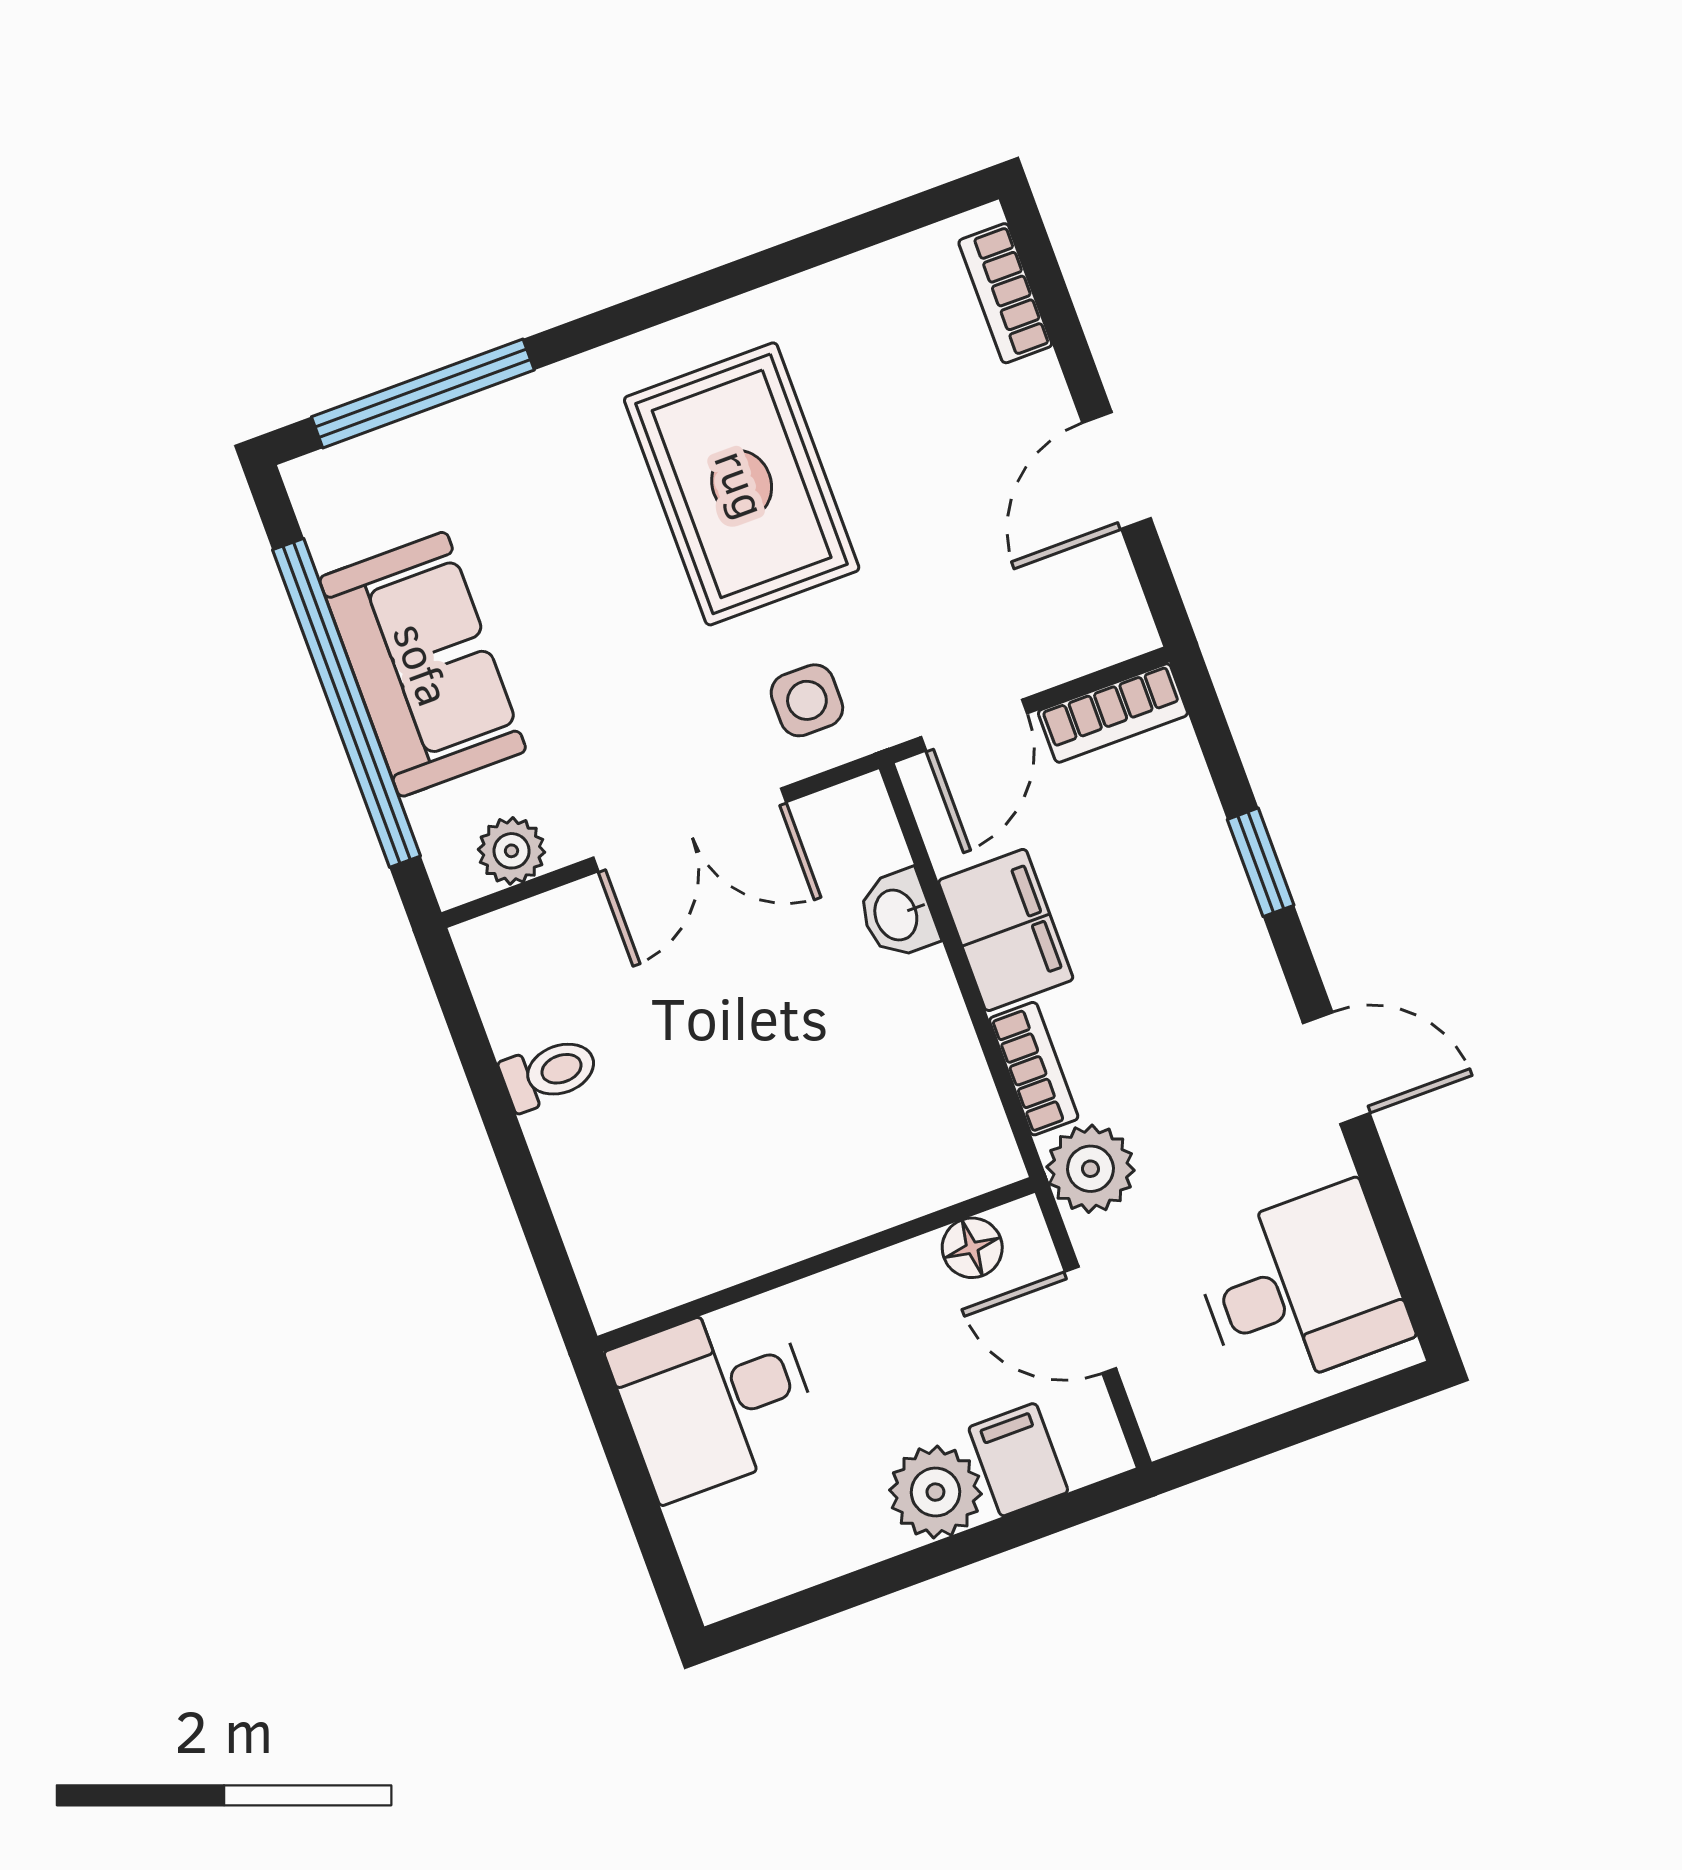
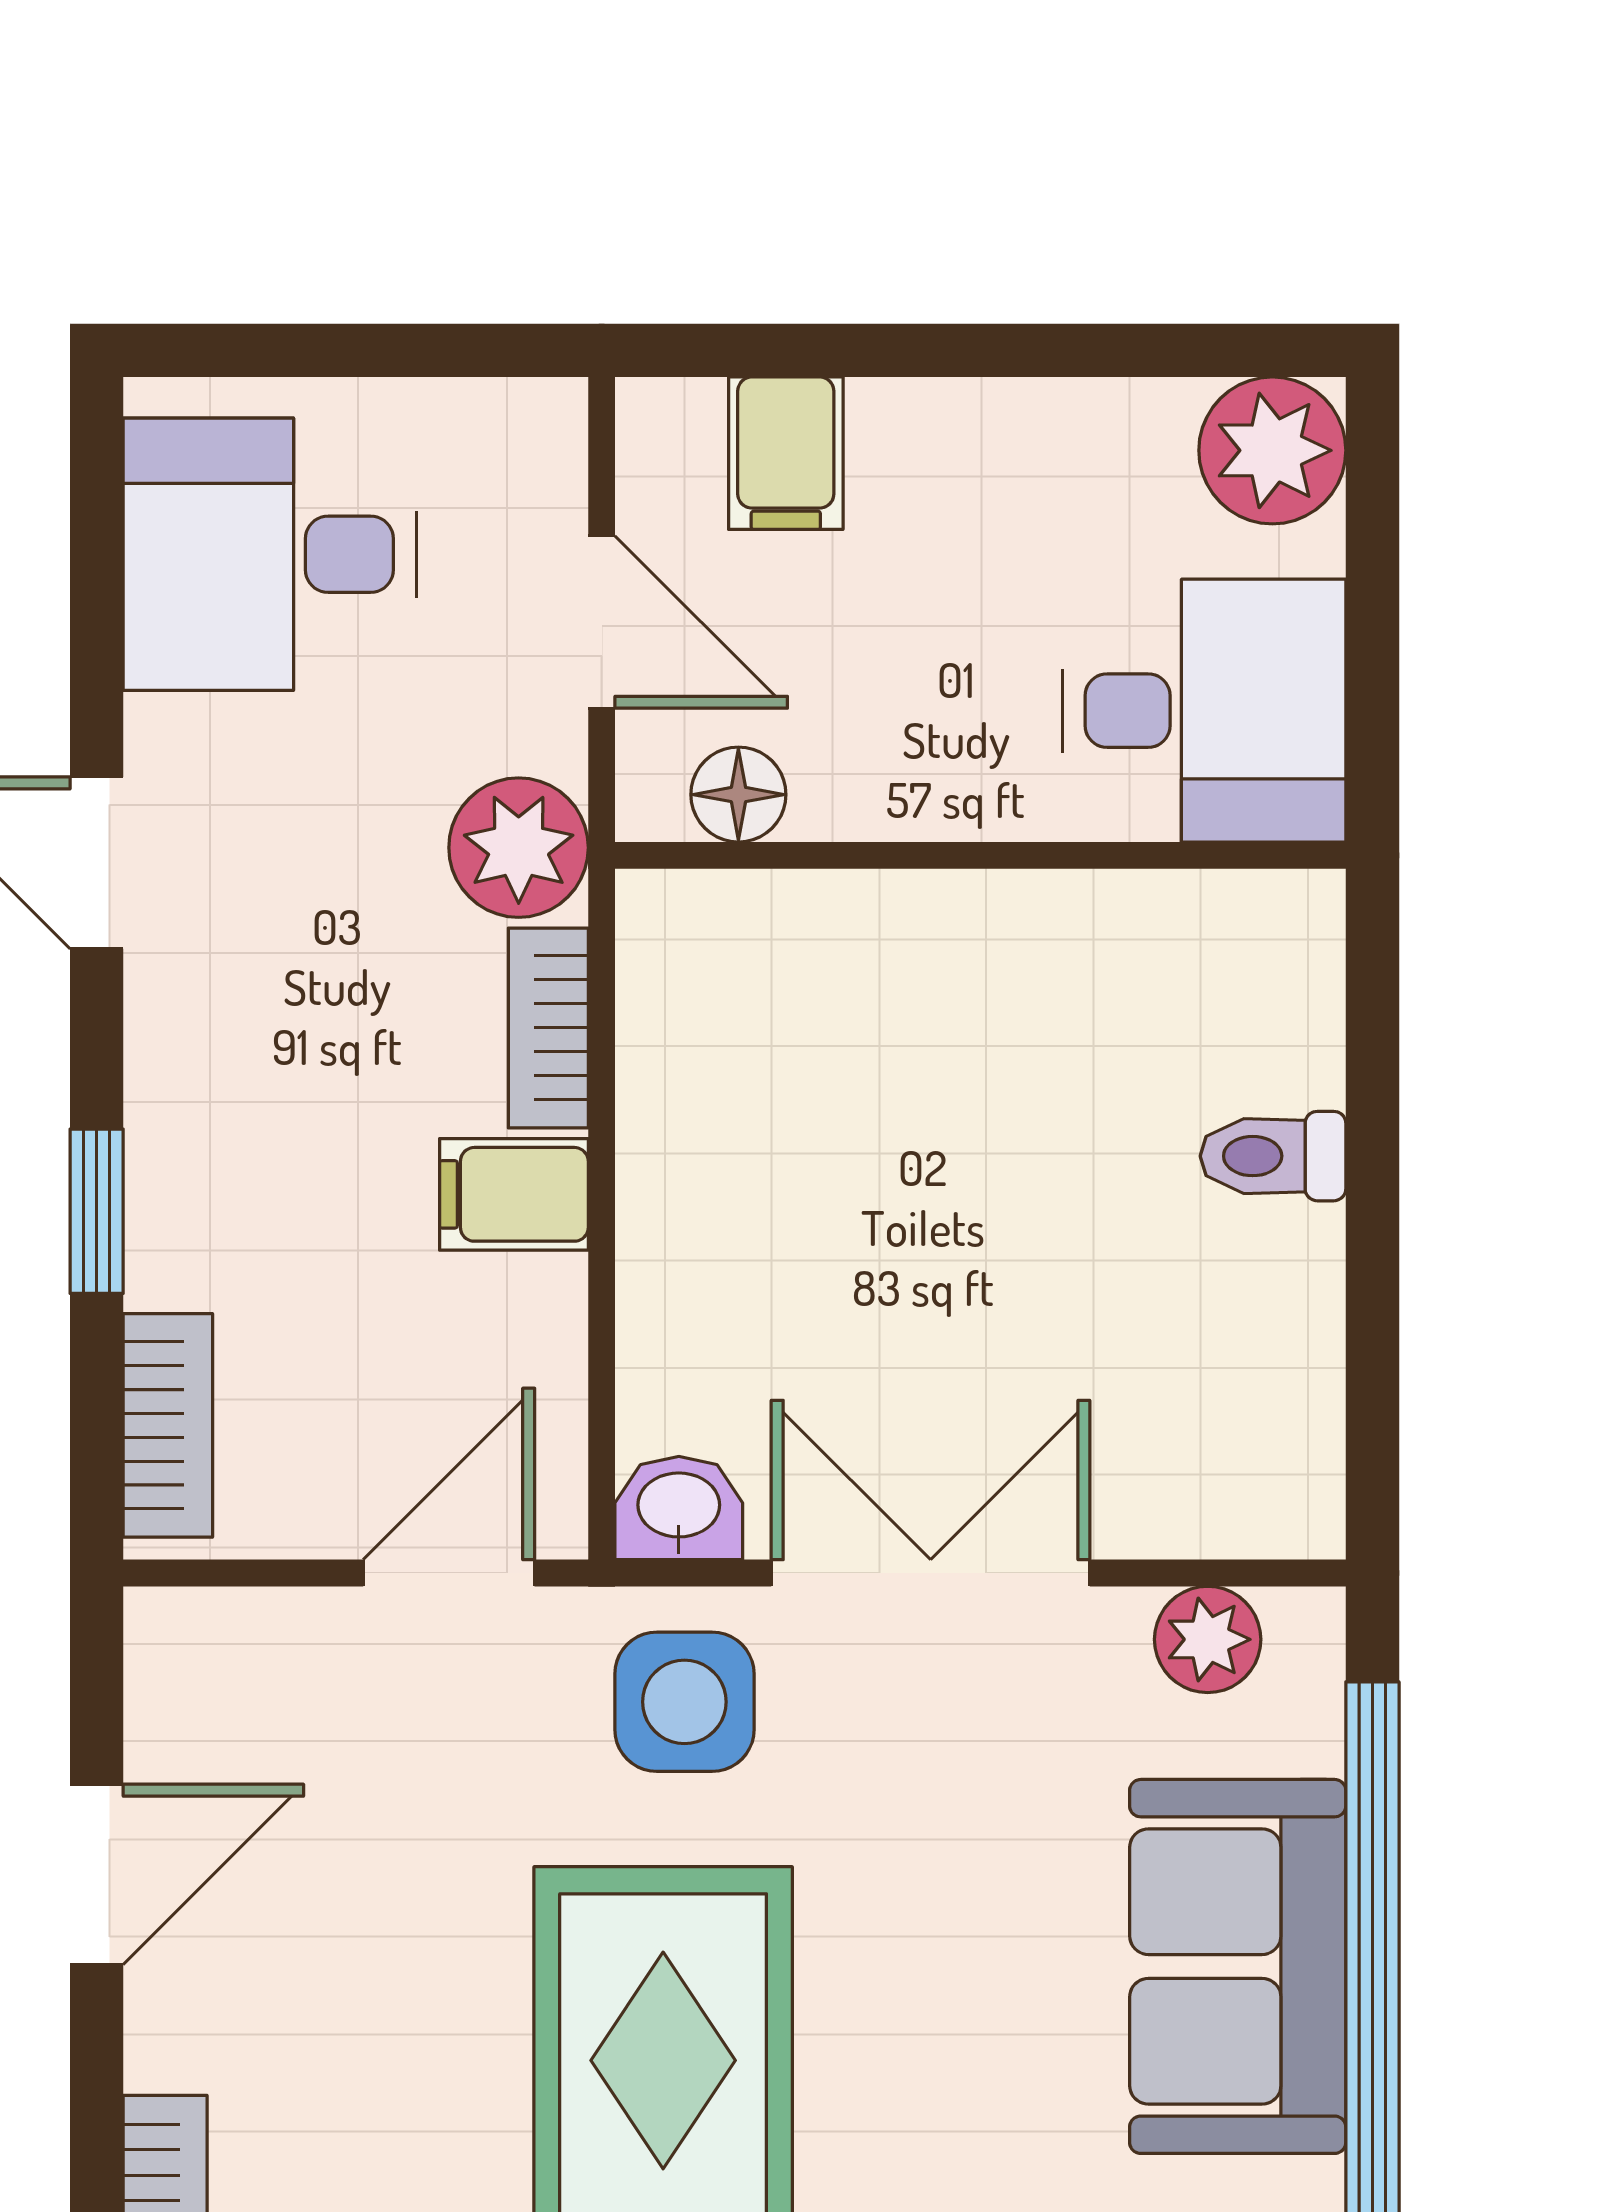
side table: (807, 700) -> (684, 1702), width x1.37, depth x1.37
bookcase: (1113, 713) -> (168, 1425), moved, turned 90
washbasin: (898, 914) -> (679, 1508), moved, turned -90
filing cabinet: (1006, 930) -> (514, 1194), width x0.50
toilet: (549, 1073) -> (1273, 1156), moved
plant: (935, 1492) -> (1272, 450), moved

